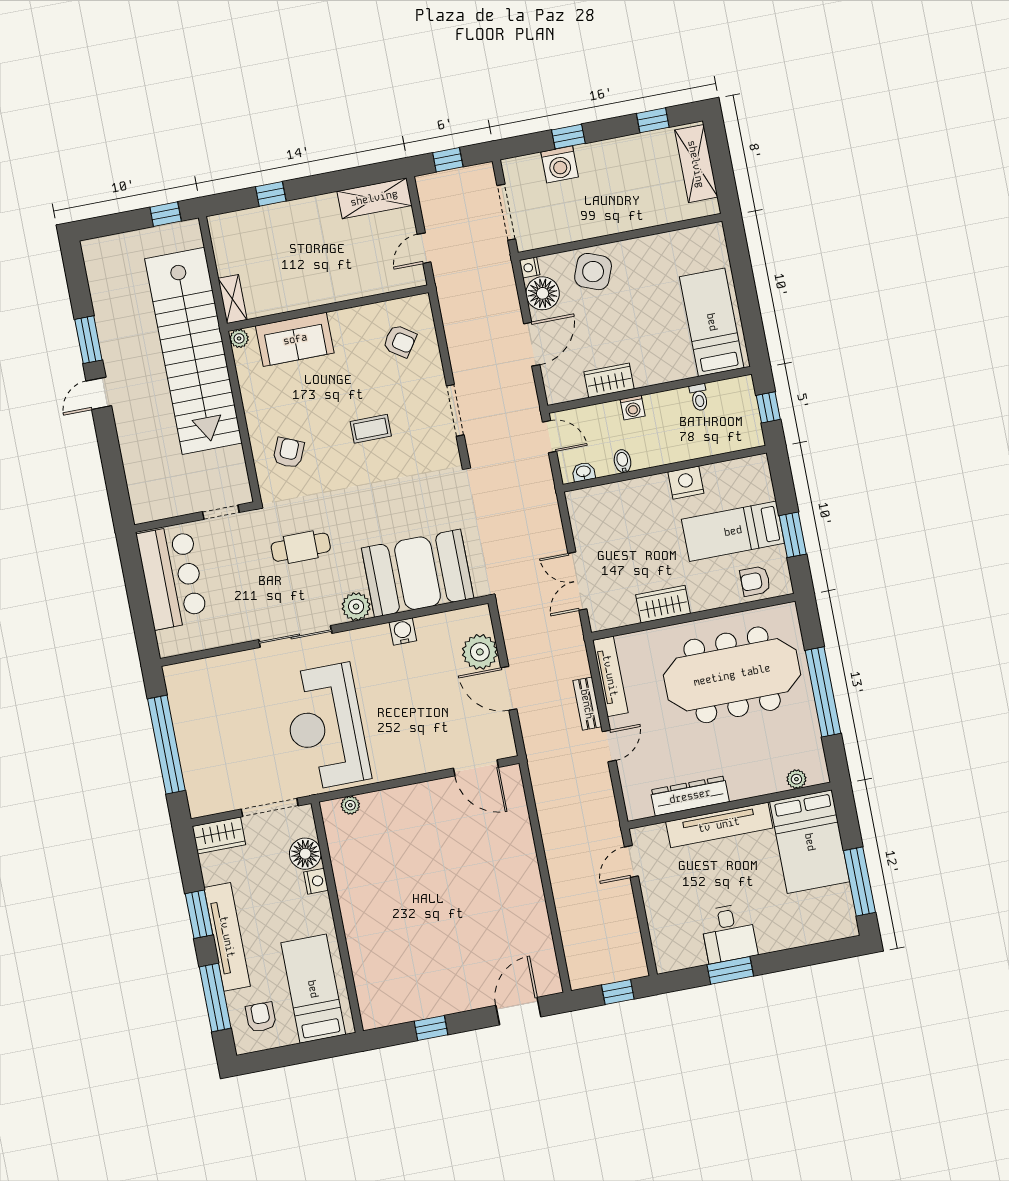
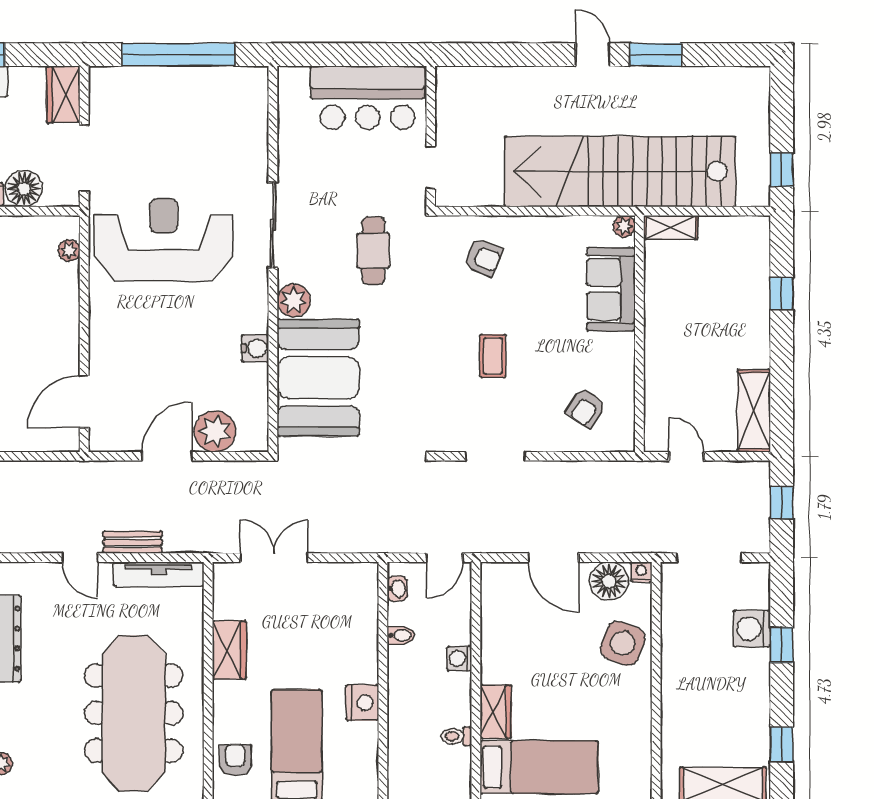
wardrobe: (609, 380) -> (496, 712), moved

